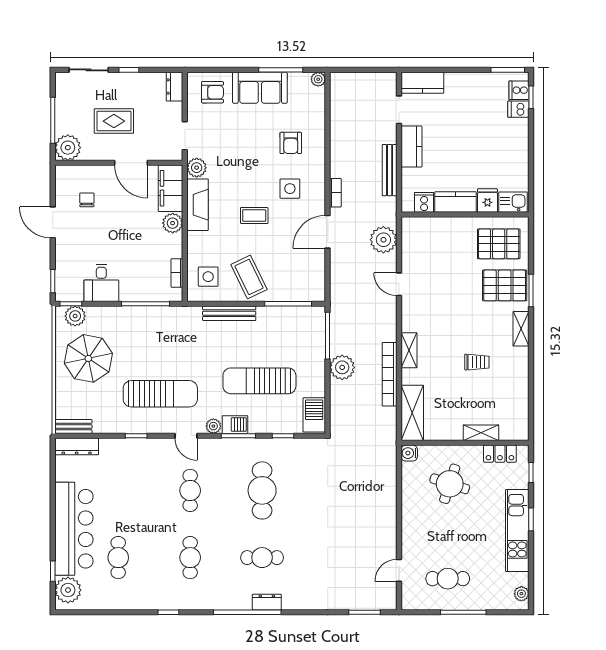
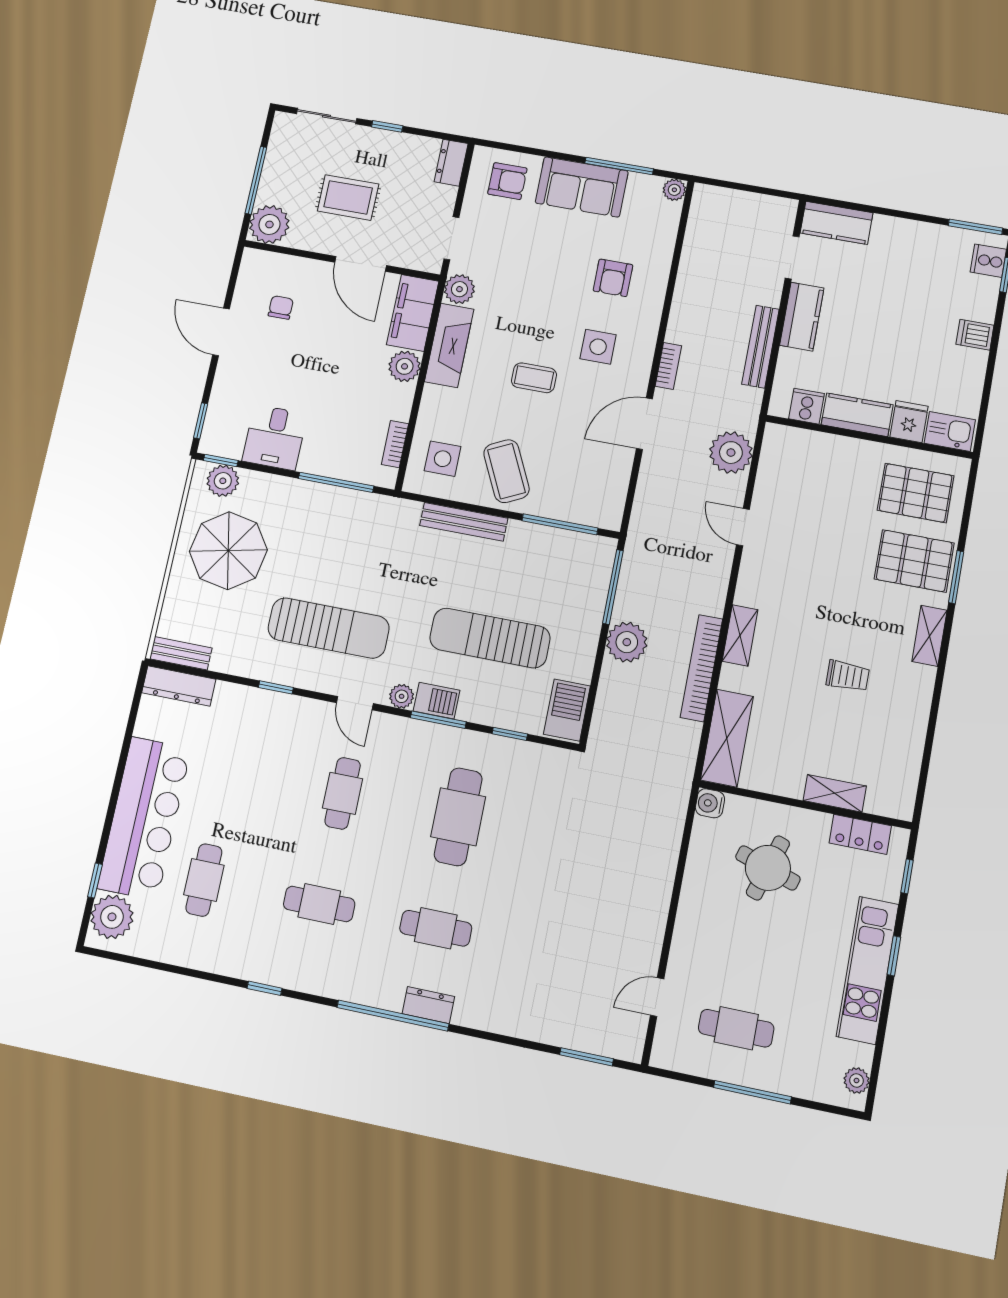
dishwasher: (518, 109) -> (975, 335), moved
cafe table: (190, 558) -> (319, 904), turned 90

